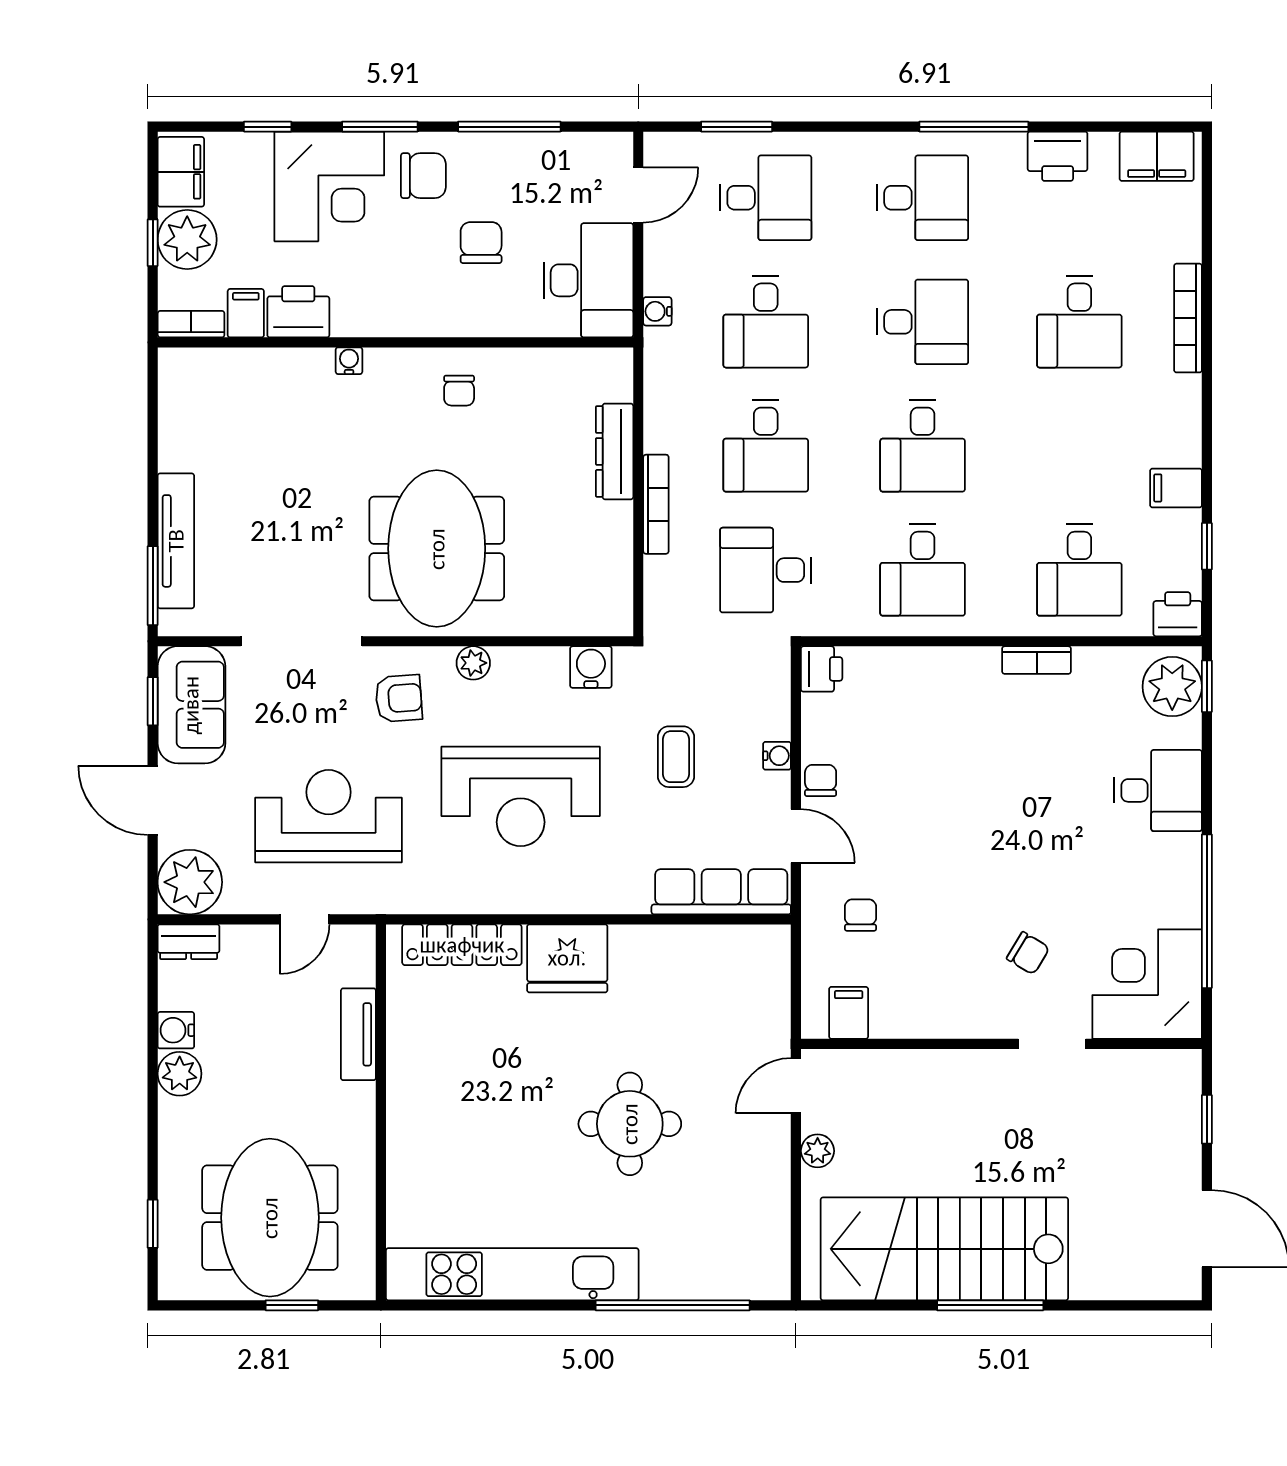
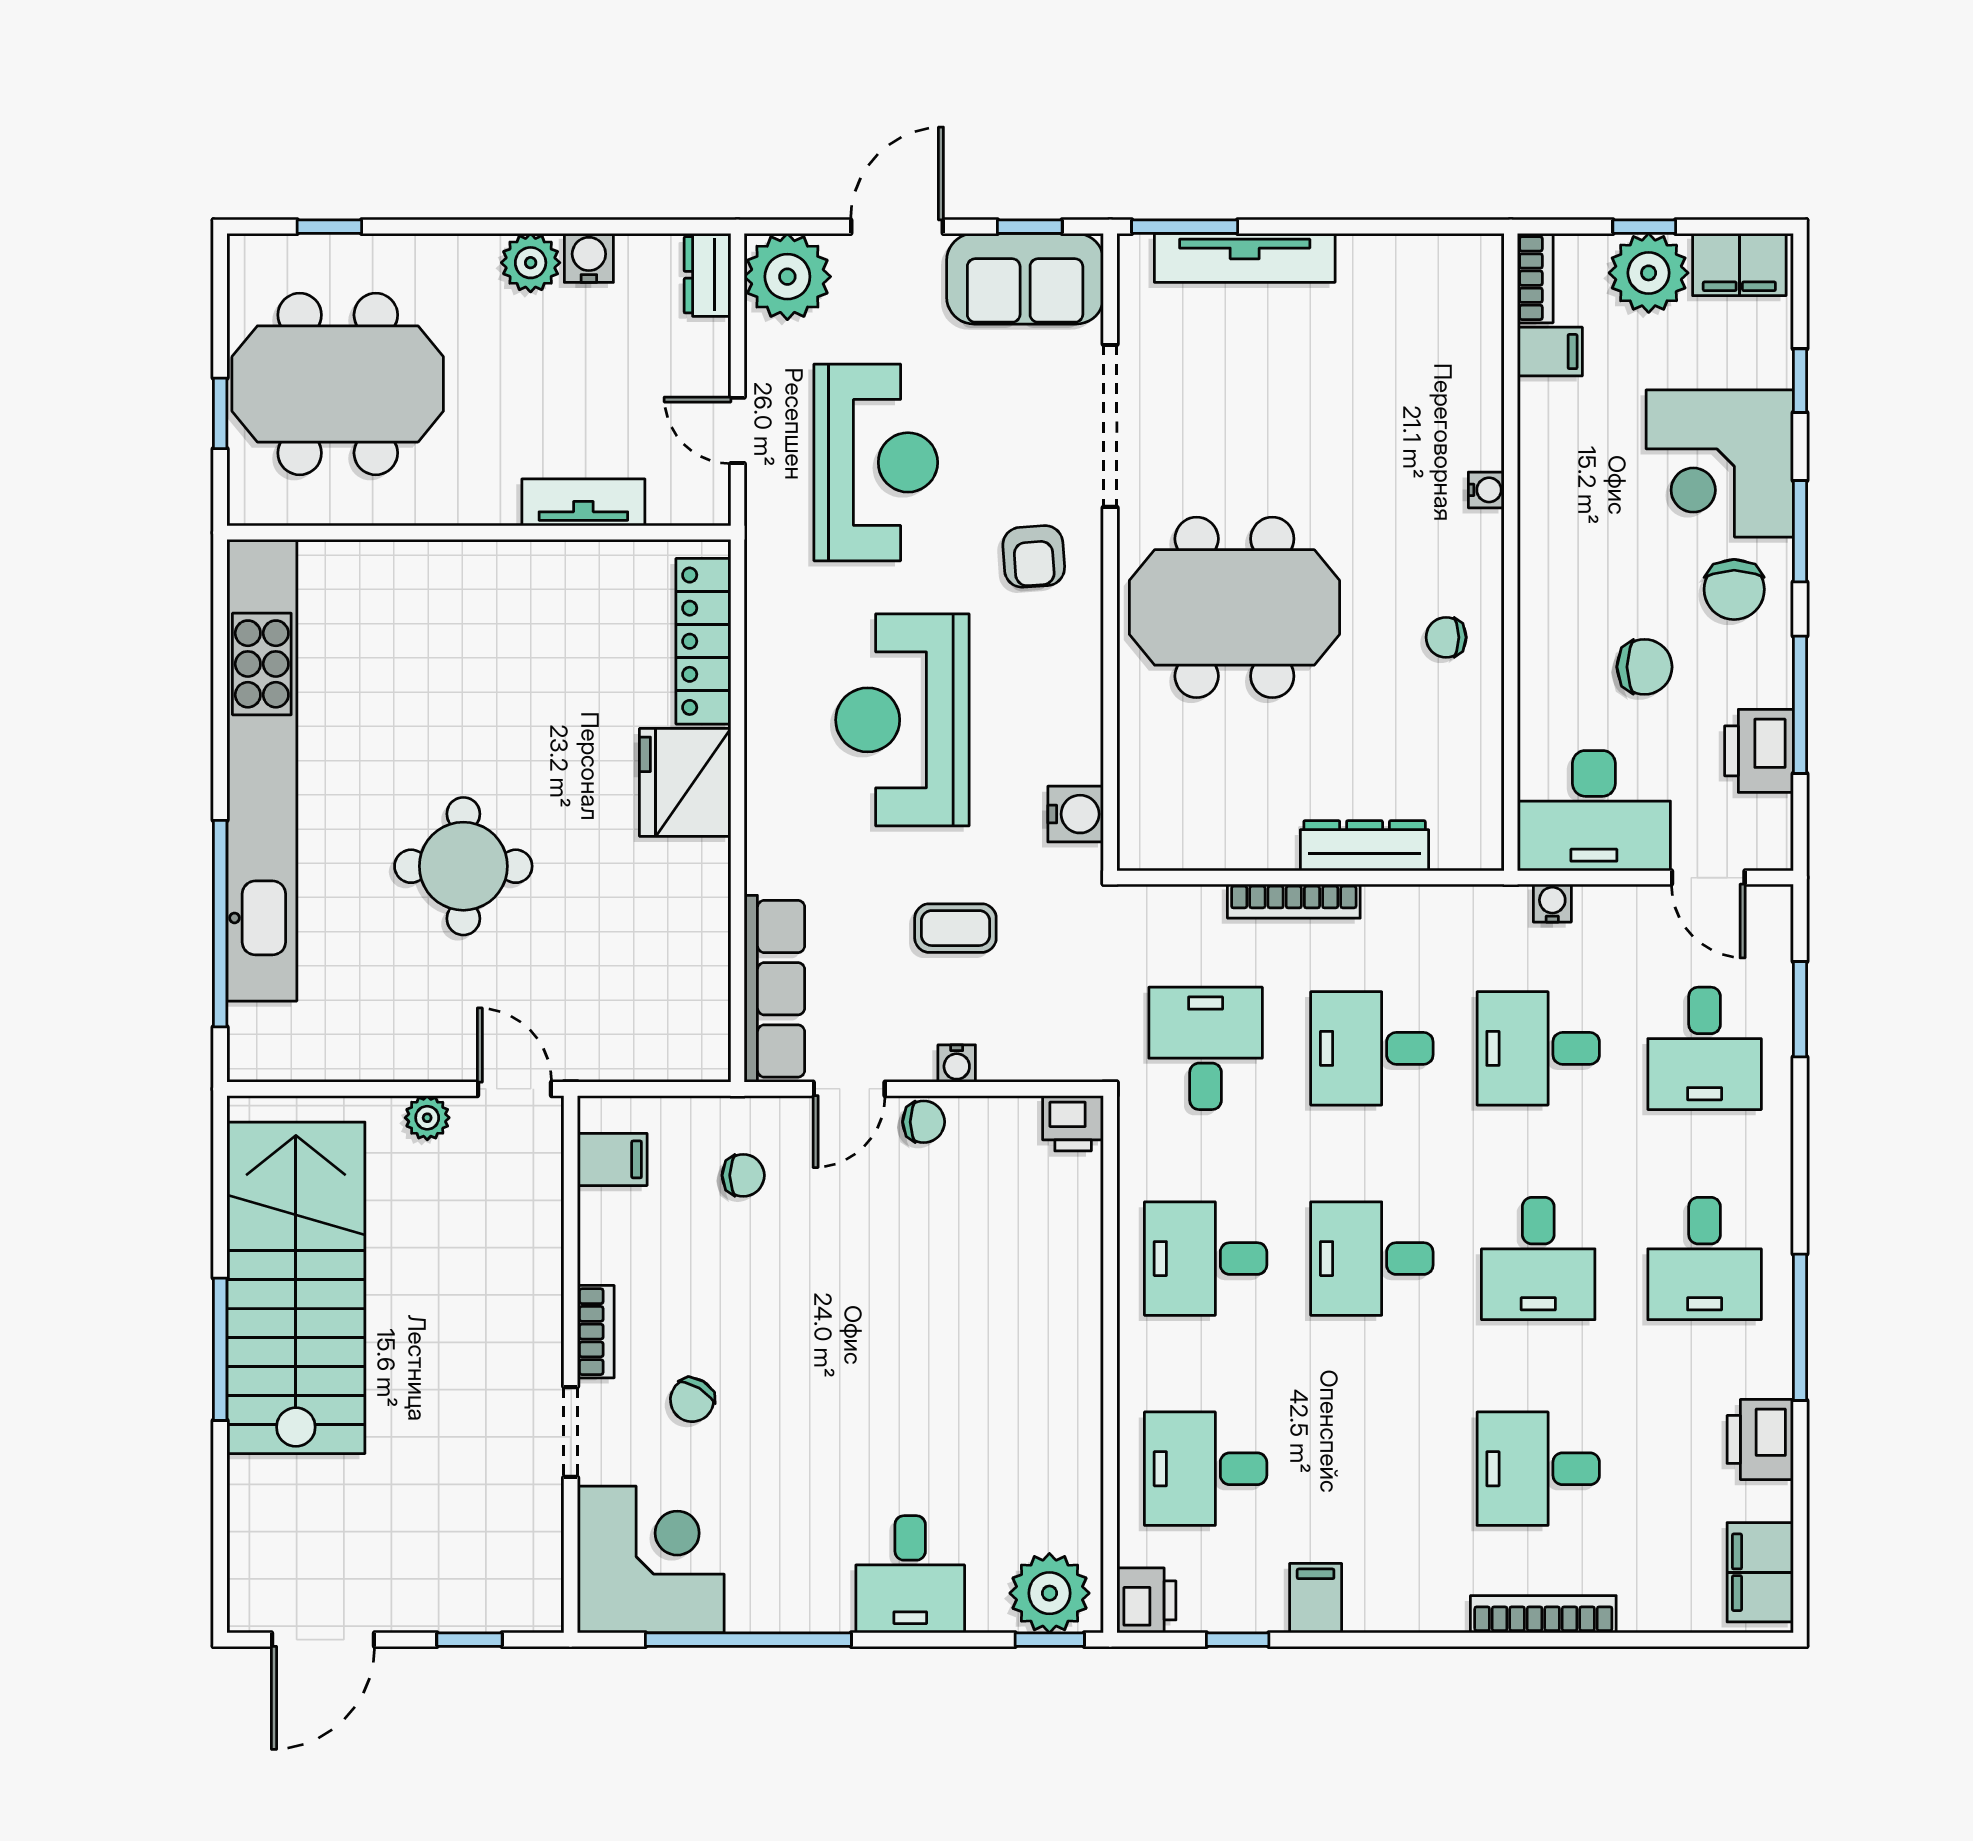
printer: (298, 312) -> (1759, 751), moved, turned 180
bookcase: (1037, 660) -> (596, 1332), moved, turned 180
plant: (473, 663) -> (1081, 656), removed
kitchen unit: (512, 1274) -> (262, 770), width x1.36

